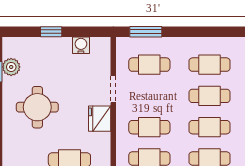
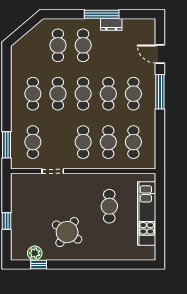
water cooler: (81, 45) -> (17, 197), removed
round table: (37, 107) -> (67, 232), turned 34
fridge: (100, 119) -> (76, 182), removed

